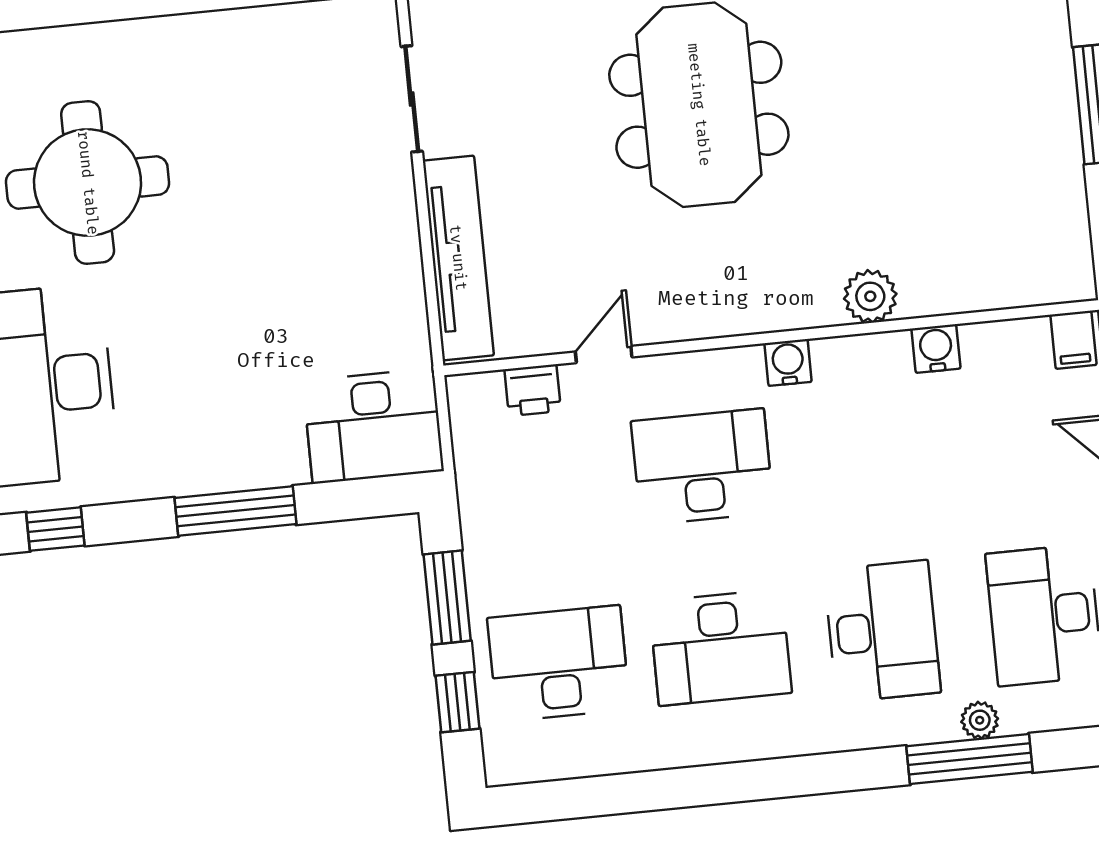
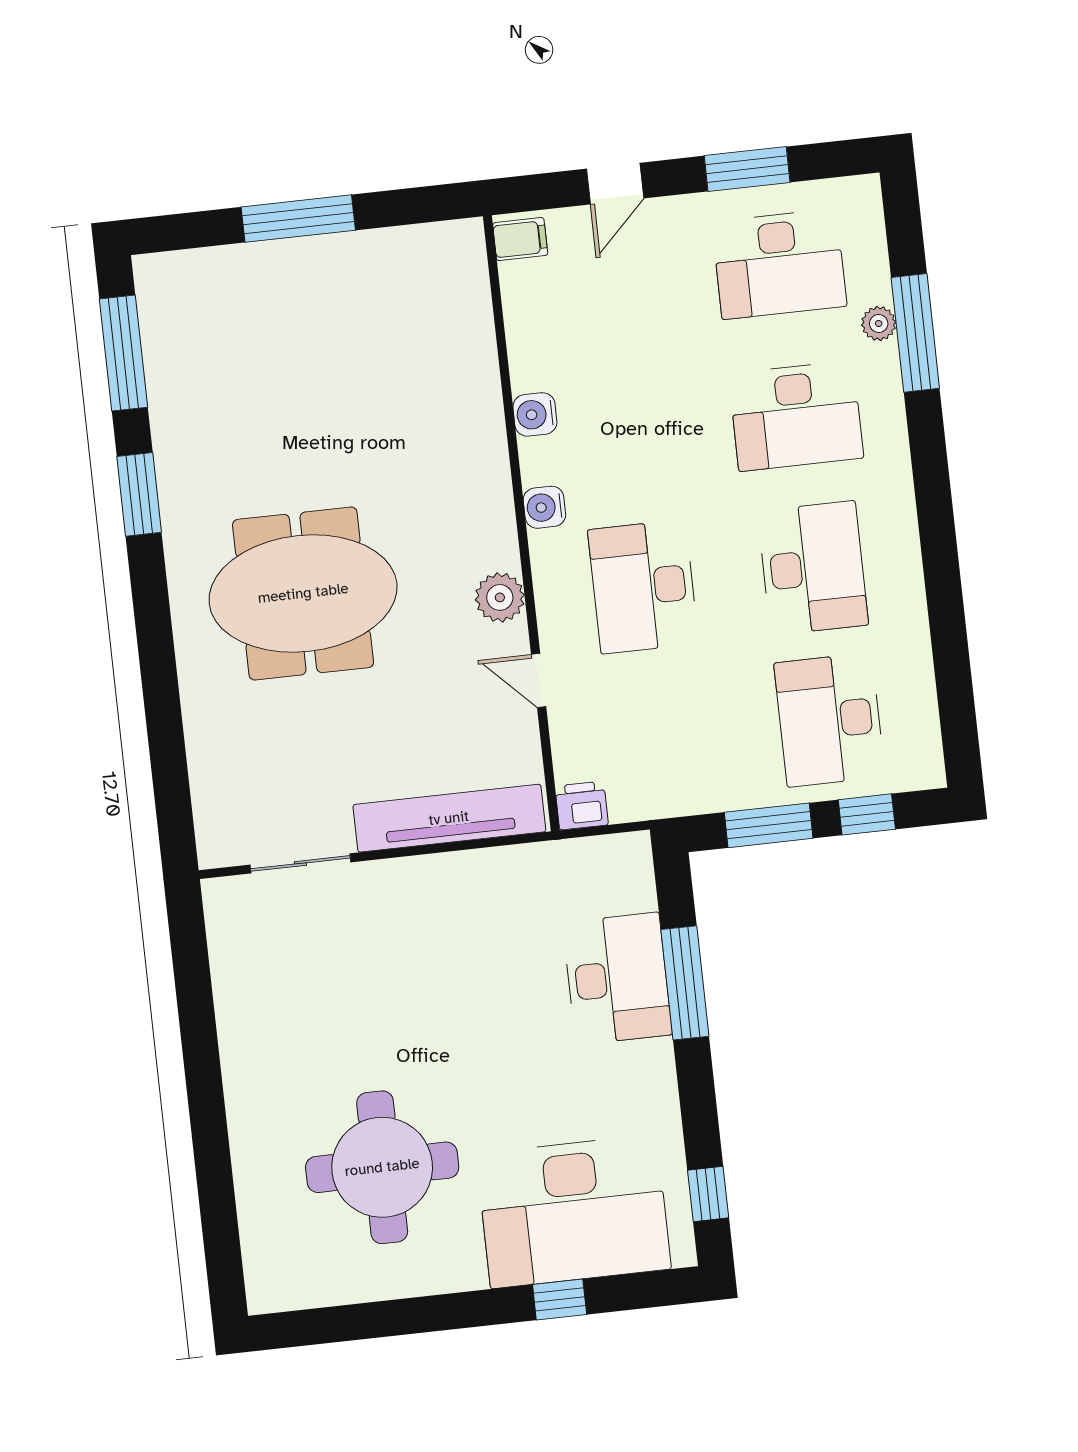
plant: (870, 296) -> (500, 597), moved
water cooler: (936, 349) -> (535, 414), moved
printer: (533, 390) -> (582, 806), moved, turned -90
desk: (373, 426) -> (617, 979), moved
window: (235, 511) -> (685, 983), moved
desk: (882, 631) -> (796, 416), turned 180

